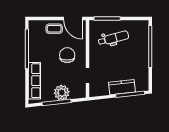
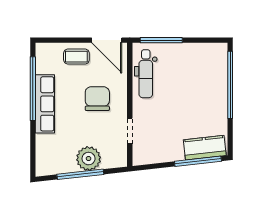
dental chair: (113, 38) -> (146, 74), moved, turned 105
row of seats: (34, 81) -> (45, 104), moved
kitchen counter: (122, 87) -> (205, 148), moved

